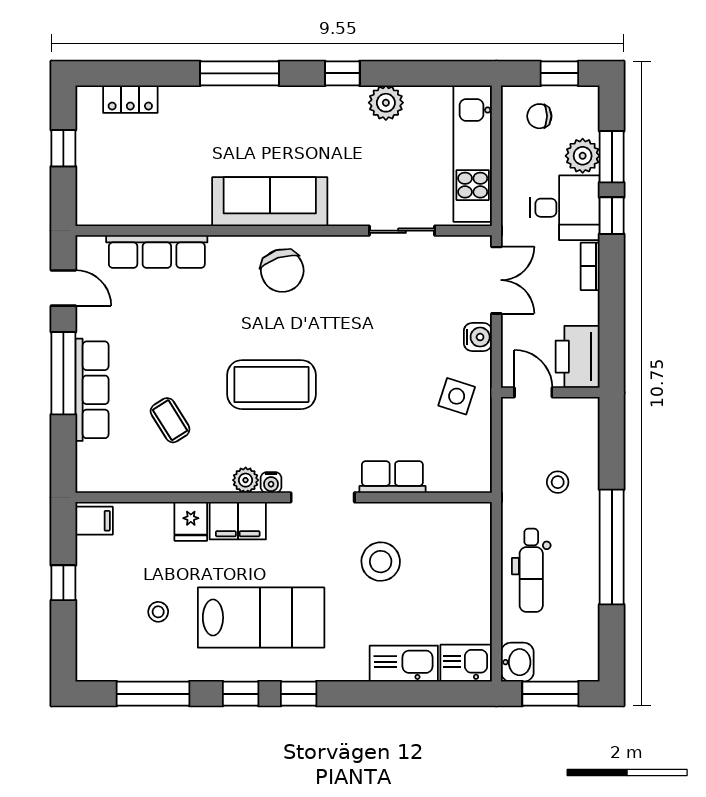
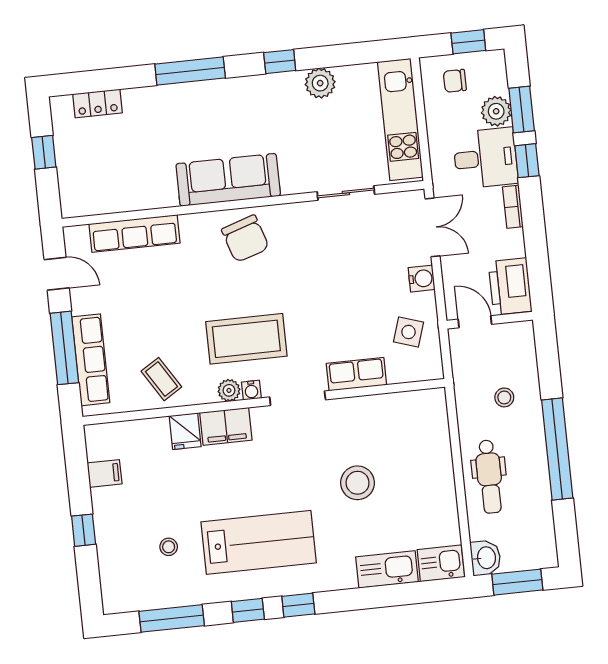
row of seats: (392, 477) -> (356, 374), moved
plant: (246, 480) -> (229, 390), moved
water cooler: (271, 482) -> (251, 390), moved
wall: (284, 497) -> (264, 402), moved
doorway: (323, 497) -> (298, 398), moved
fridge: (191, 521) -> (185, 431), moved
filing cabinet: (238, 521) -> (226, 426), moved

